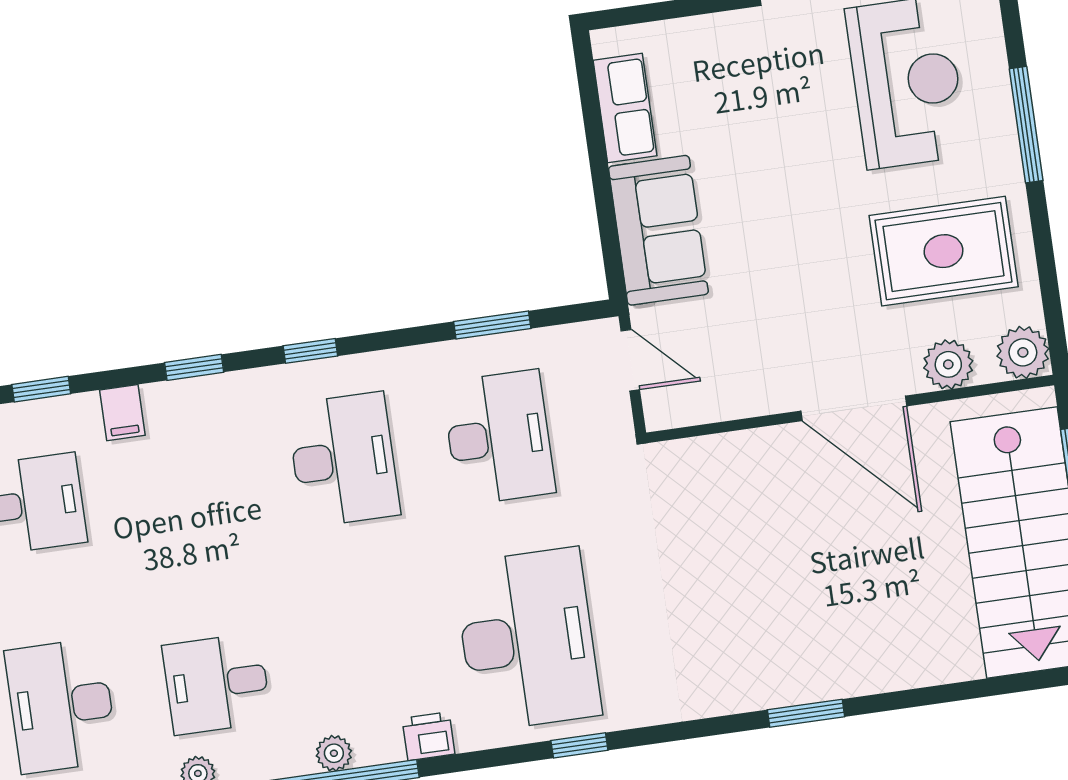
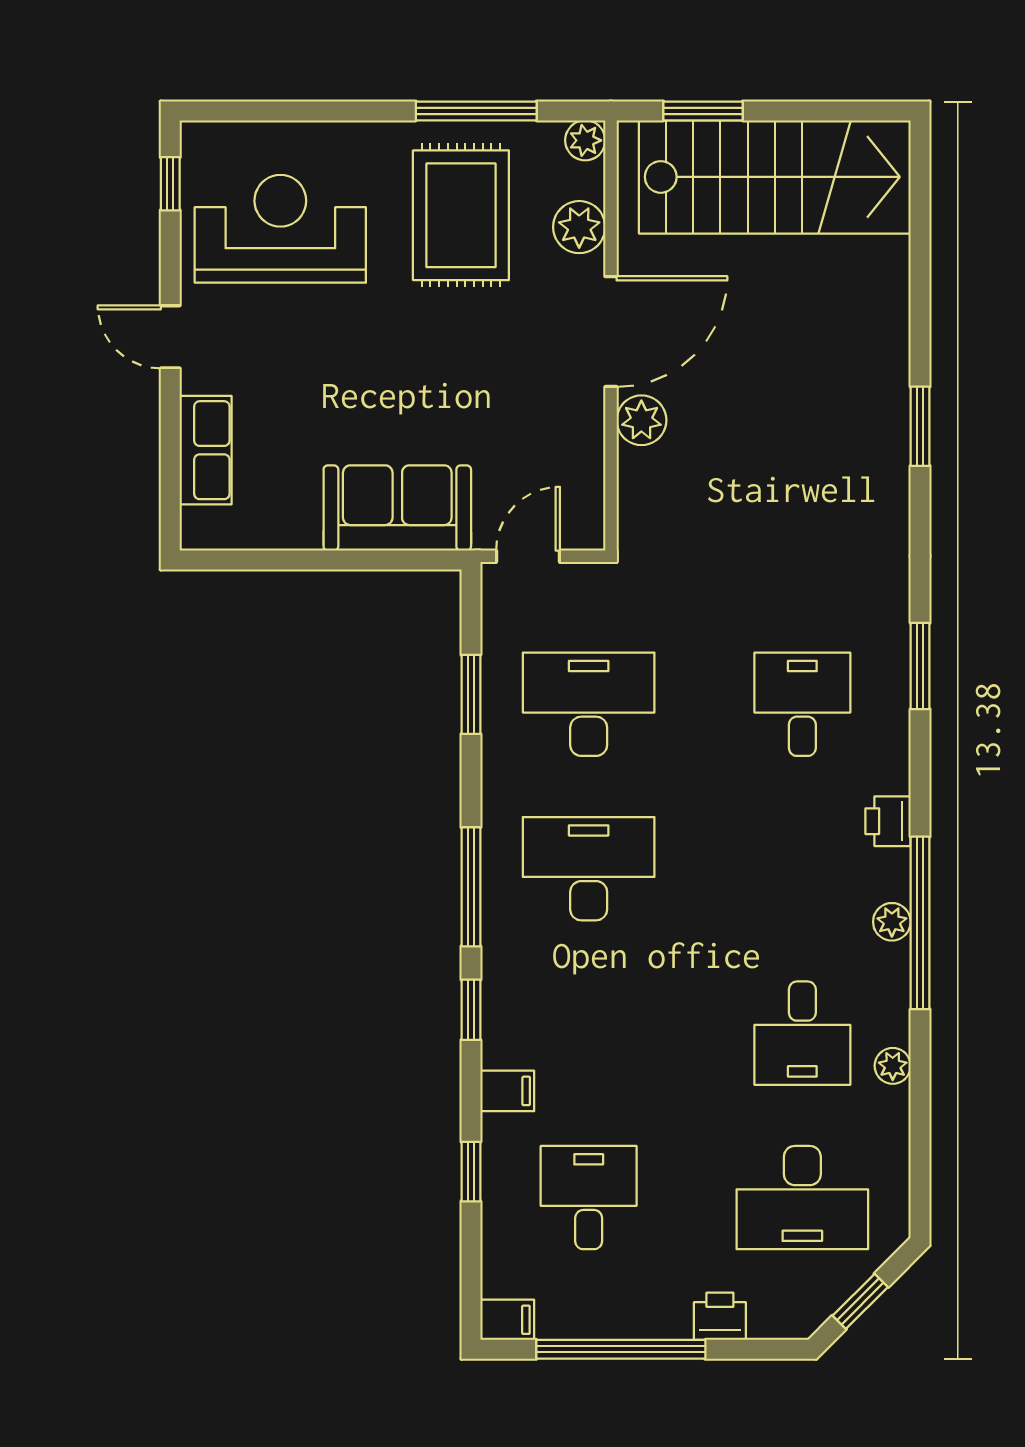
row of seats: (625, 108) -> (206, 450), moved, turned 90
window: (1026, 125) -> (476, 111), moved
window: (310, 351) -> (471, 887), width x2.17
plant: (1023, 352) -> (585, 140), width x0.73, depth x0.73
plant: (774, 449) -> (641, 420), added
desk: (527, 639) -> (802, 704), width x0.53, depth x0.77
window: (579, 745) -> (920, 666), width x1.50

